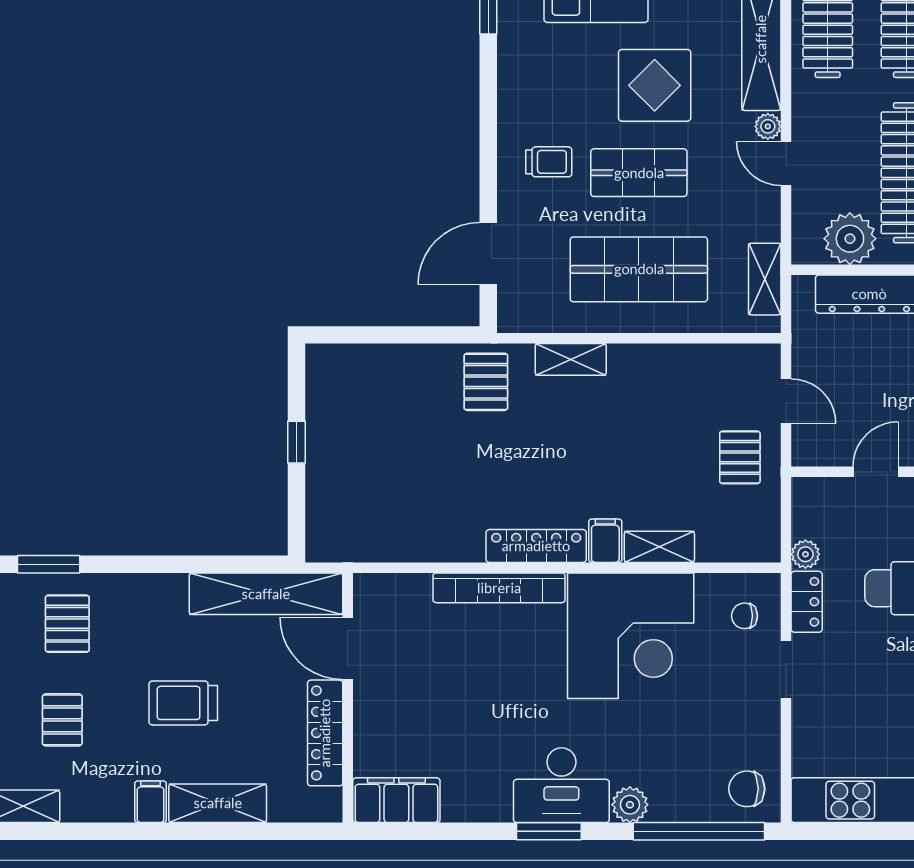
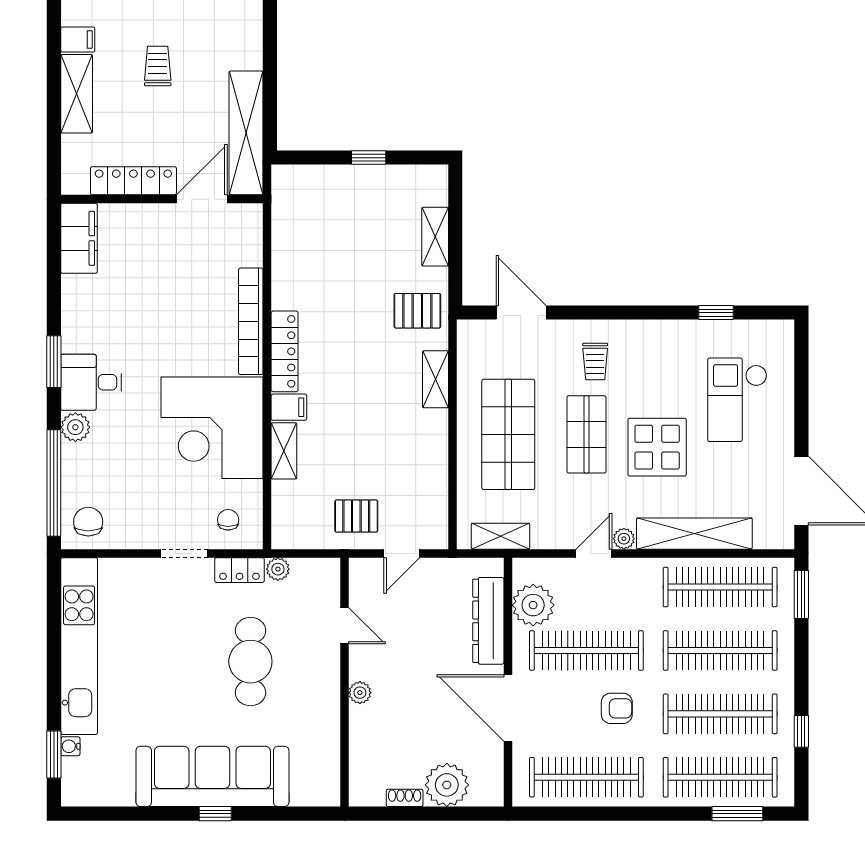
shelving: (394, 360) -> (435, 237), added
trolley: (183, 703) -> (158, 66), width x0.73, depth x0.72
desk: (561, 785) -> (91, 382), width x0.73

